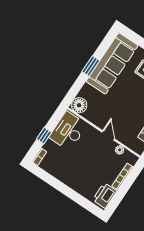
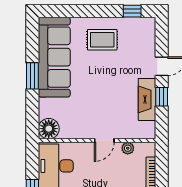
door: (108, 135) -> (104, 140), swing flipped

